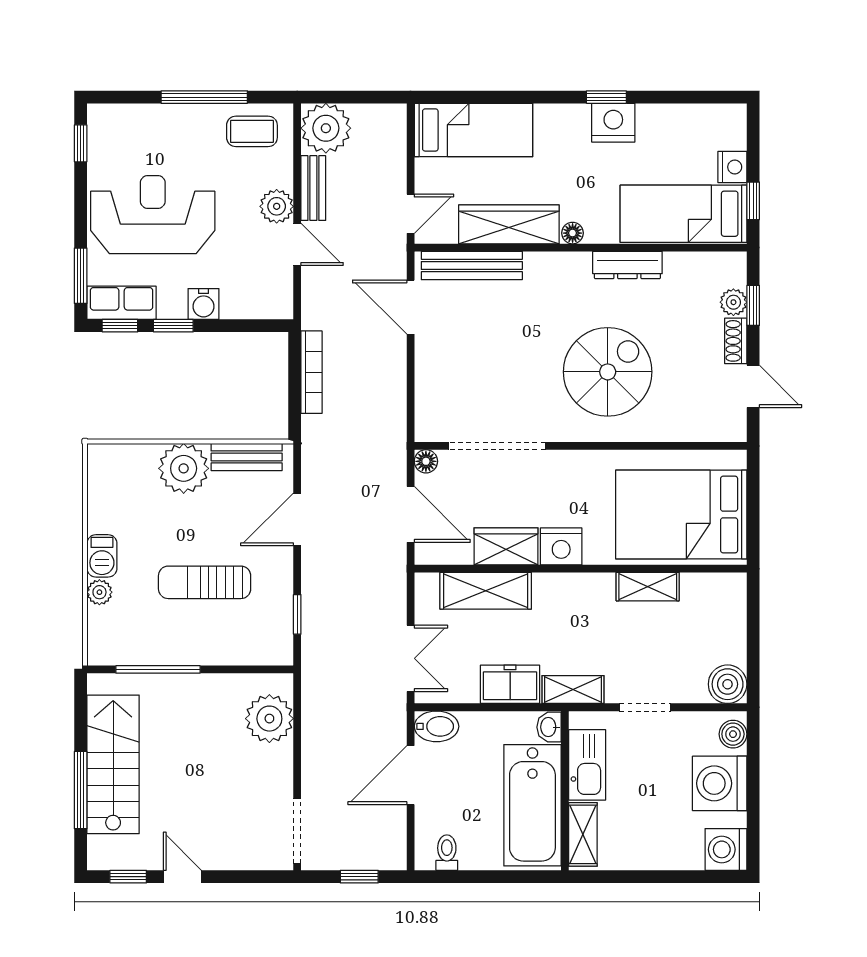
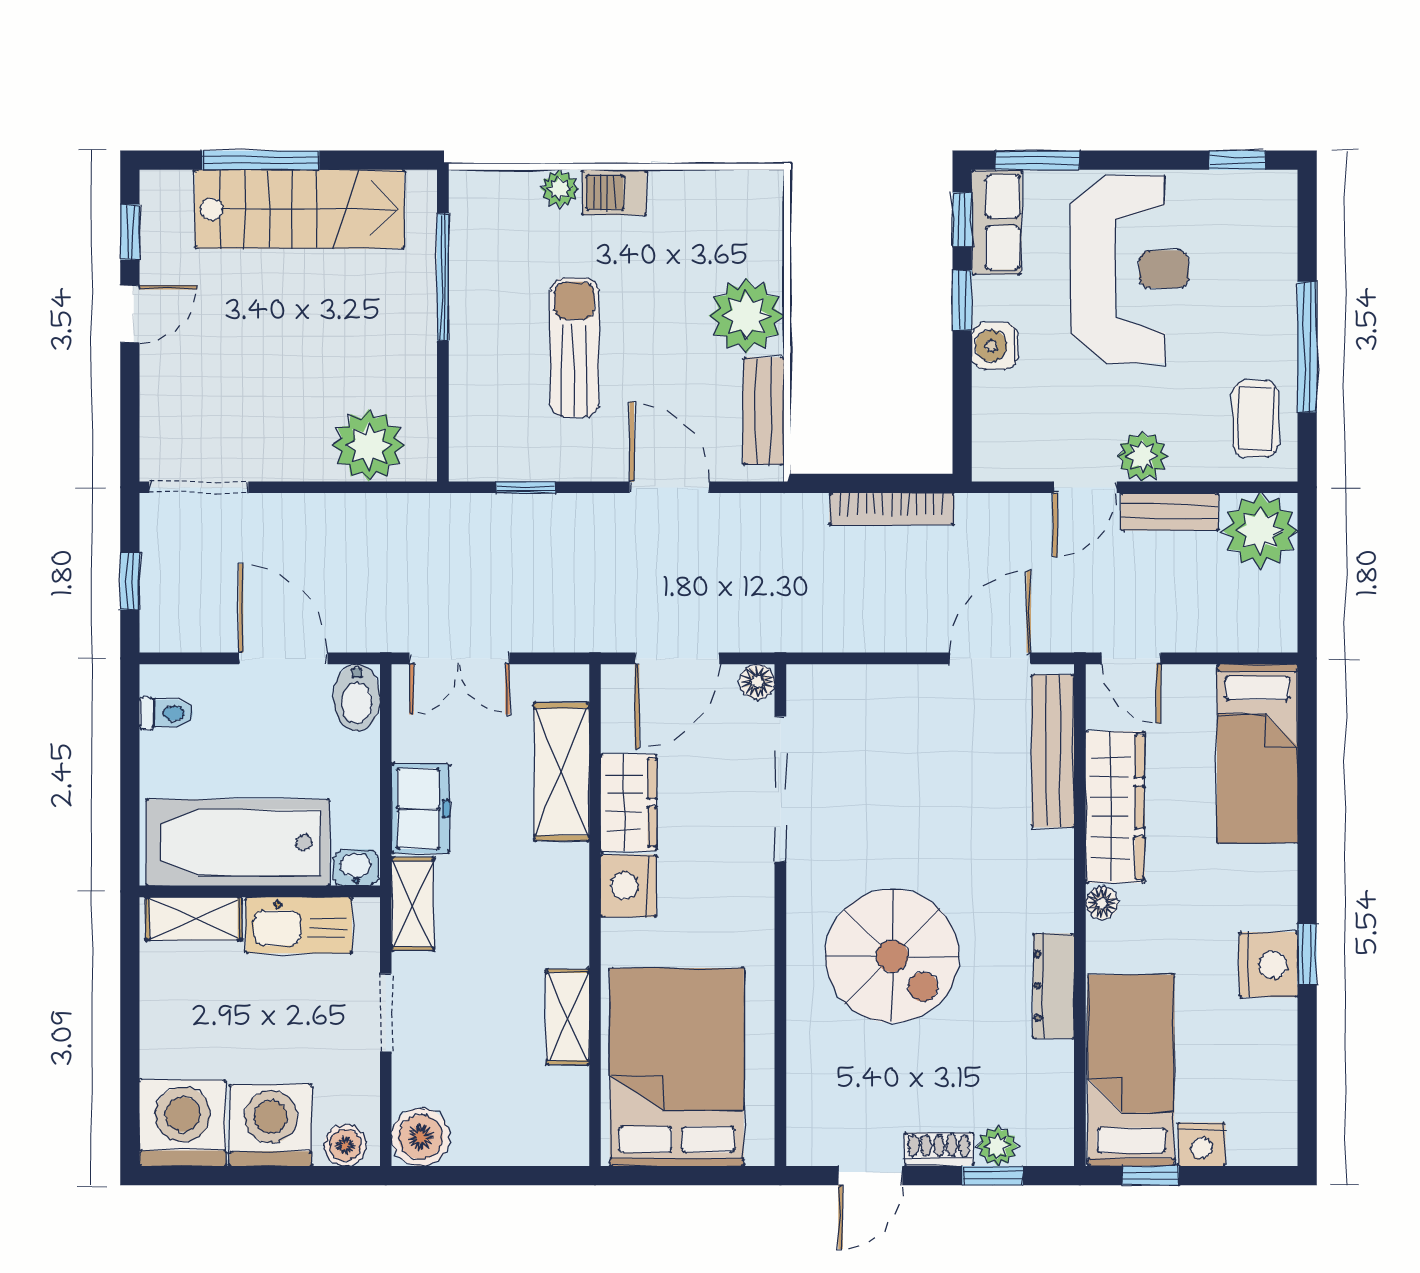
washing machine: (726, 849) -> (183, 1123), width x1.37, depth x1.37

